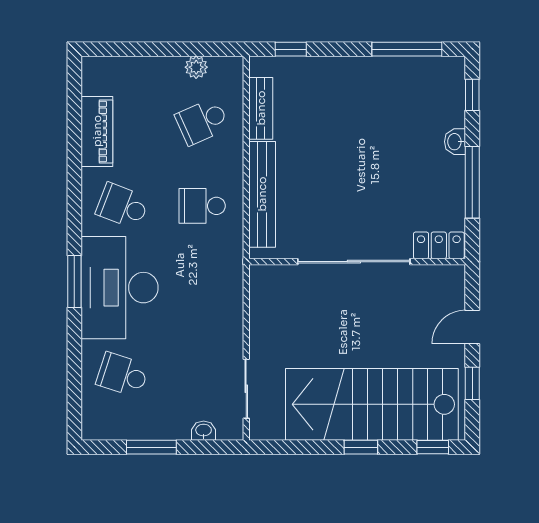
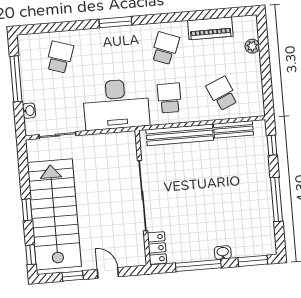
window: (407, 49) -> (276, 199), moved
plant: (196, 67) -> (252, 46), moved
window: (472, 95) -> (253, 261), width x1.50
desk: (120, 288) -> (116, 104), moved, turned 180
window: (151, 447) -> (16, 79), width x1.44

